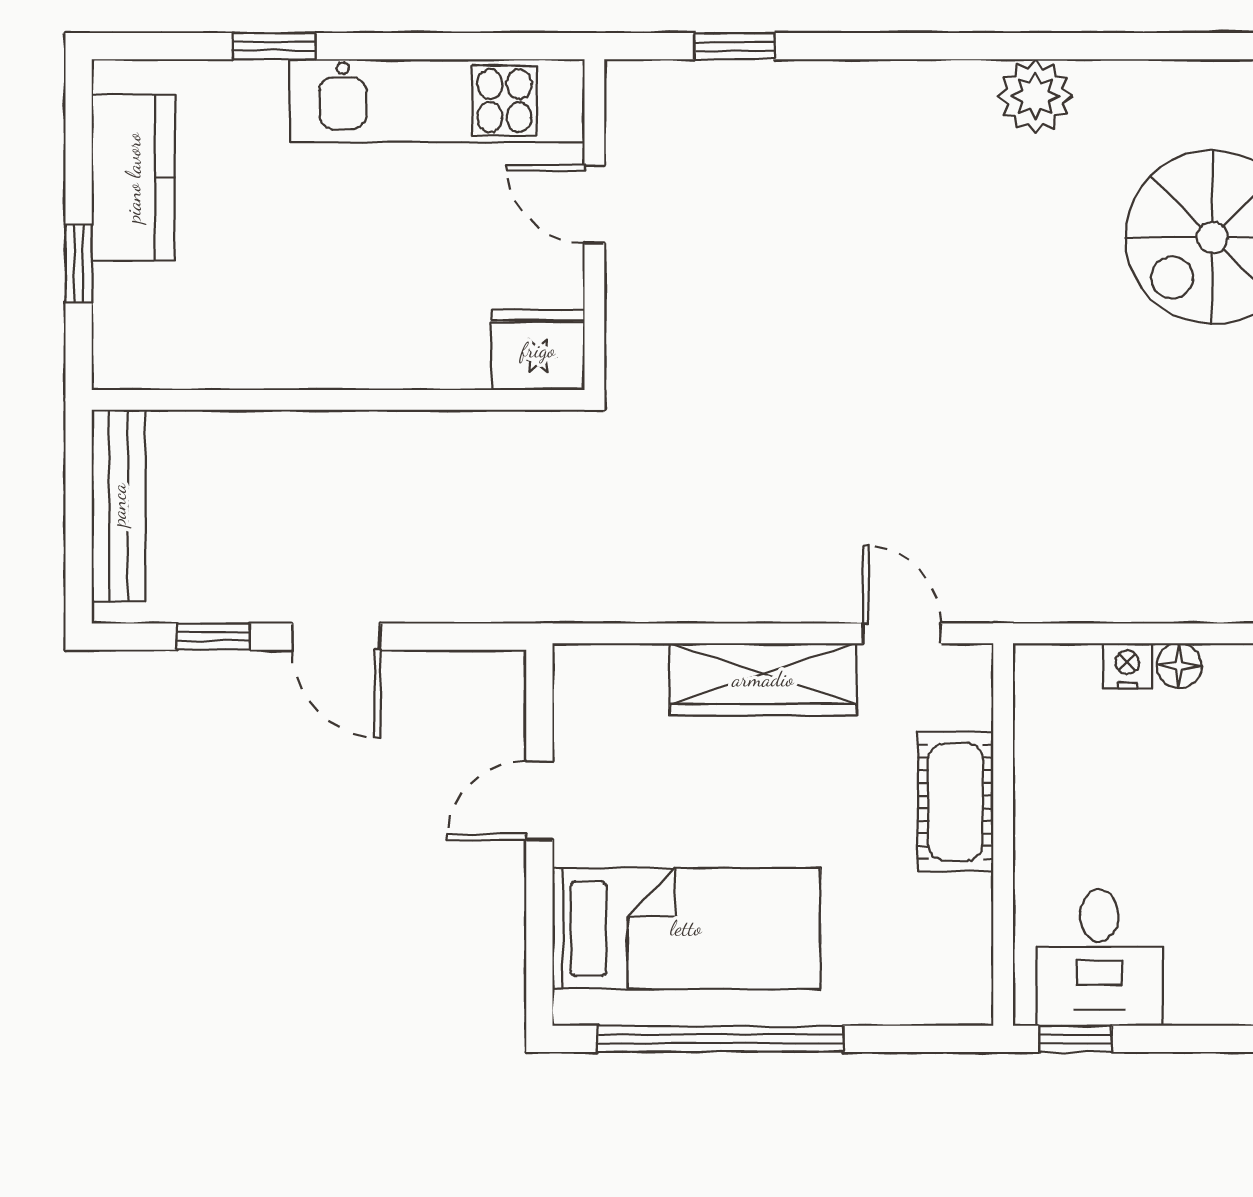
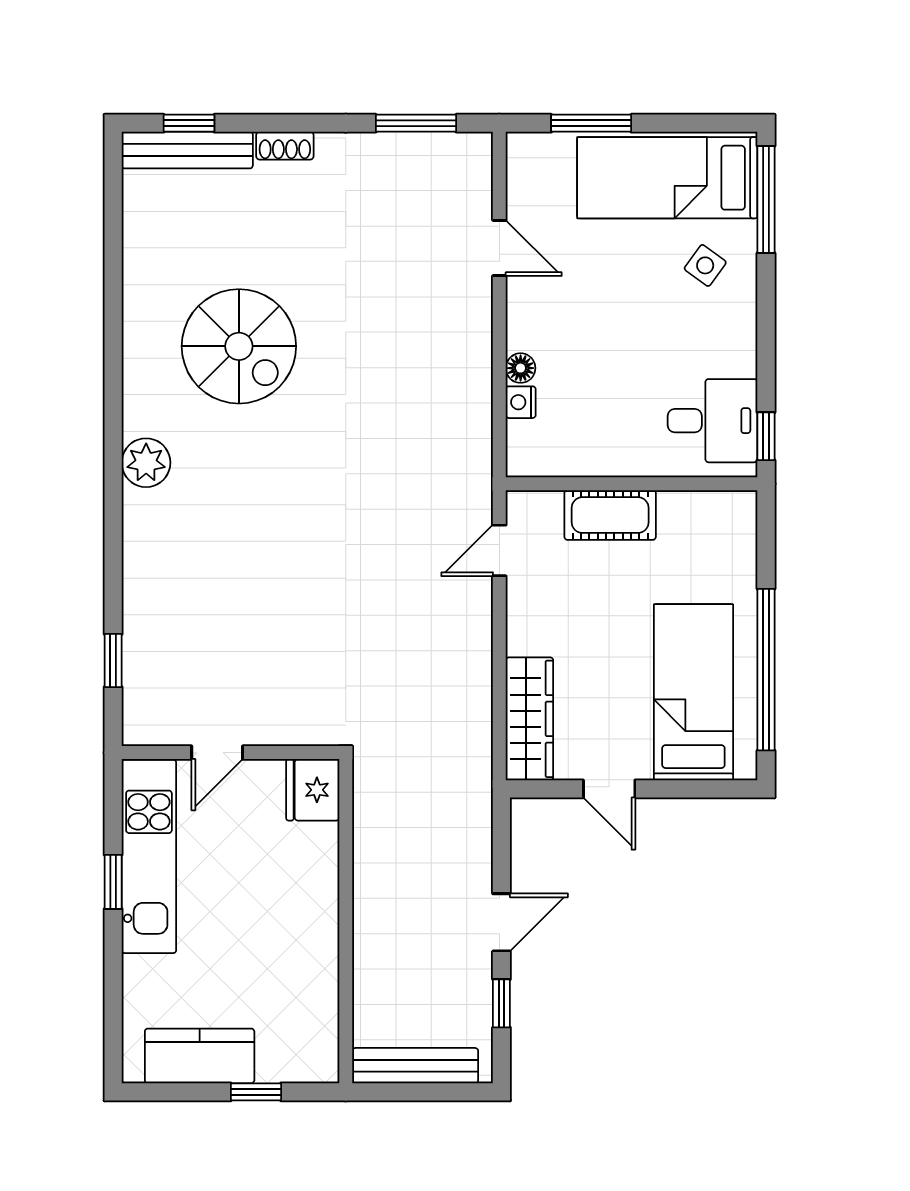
window: (274, 46) -> (113, 882), moved
wardrobe: (763, 679) -> (529, 719), moved

